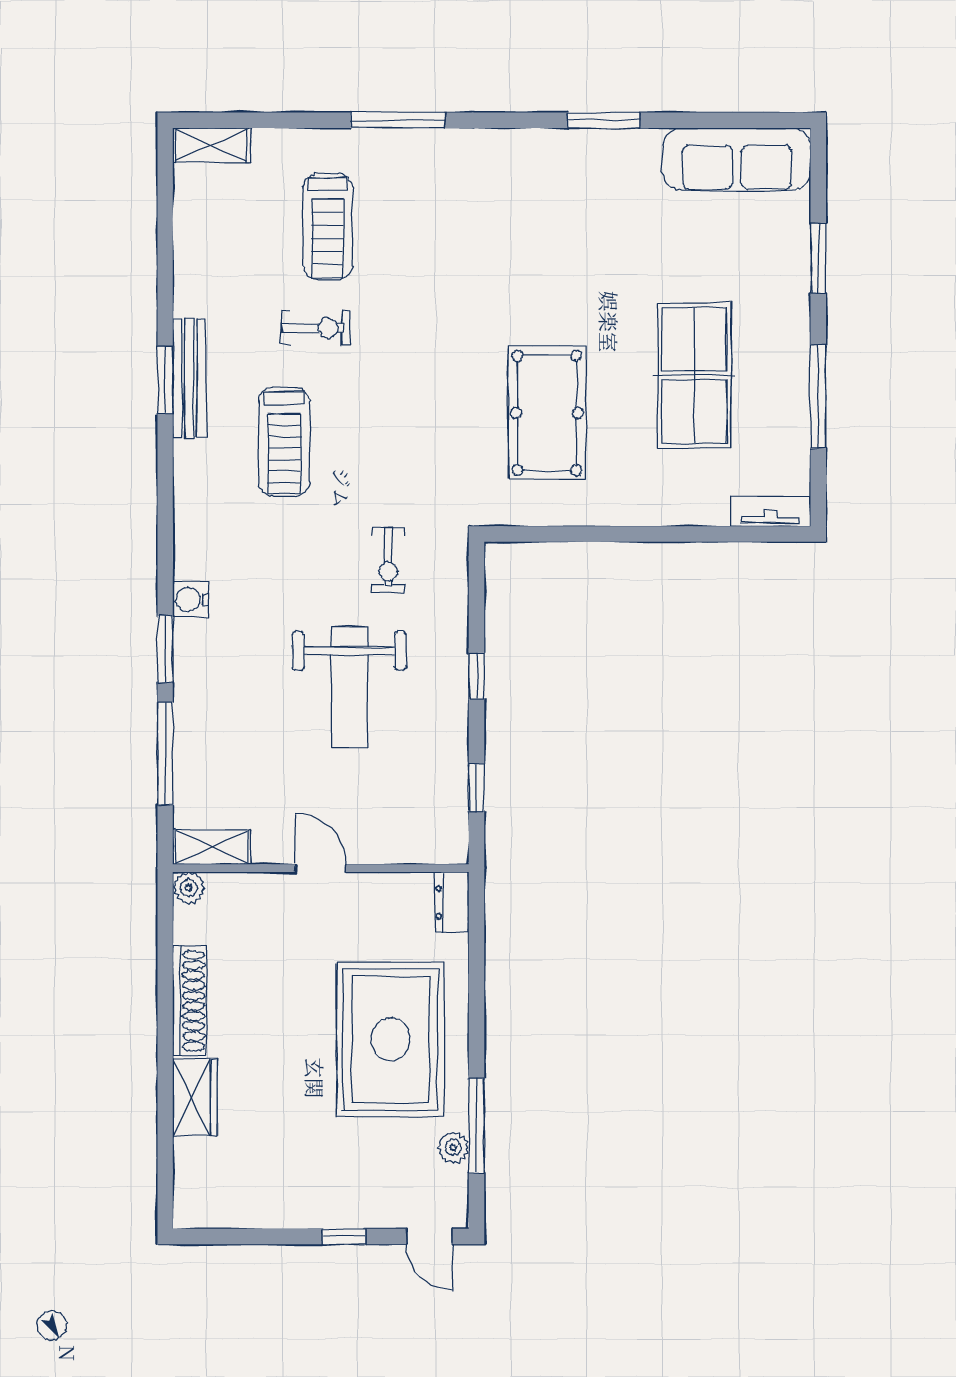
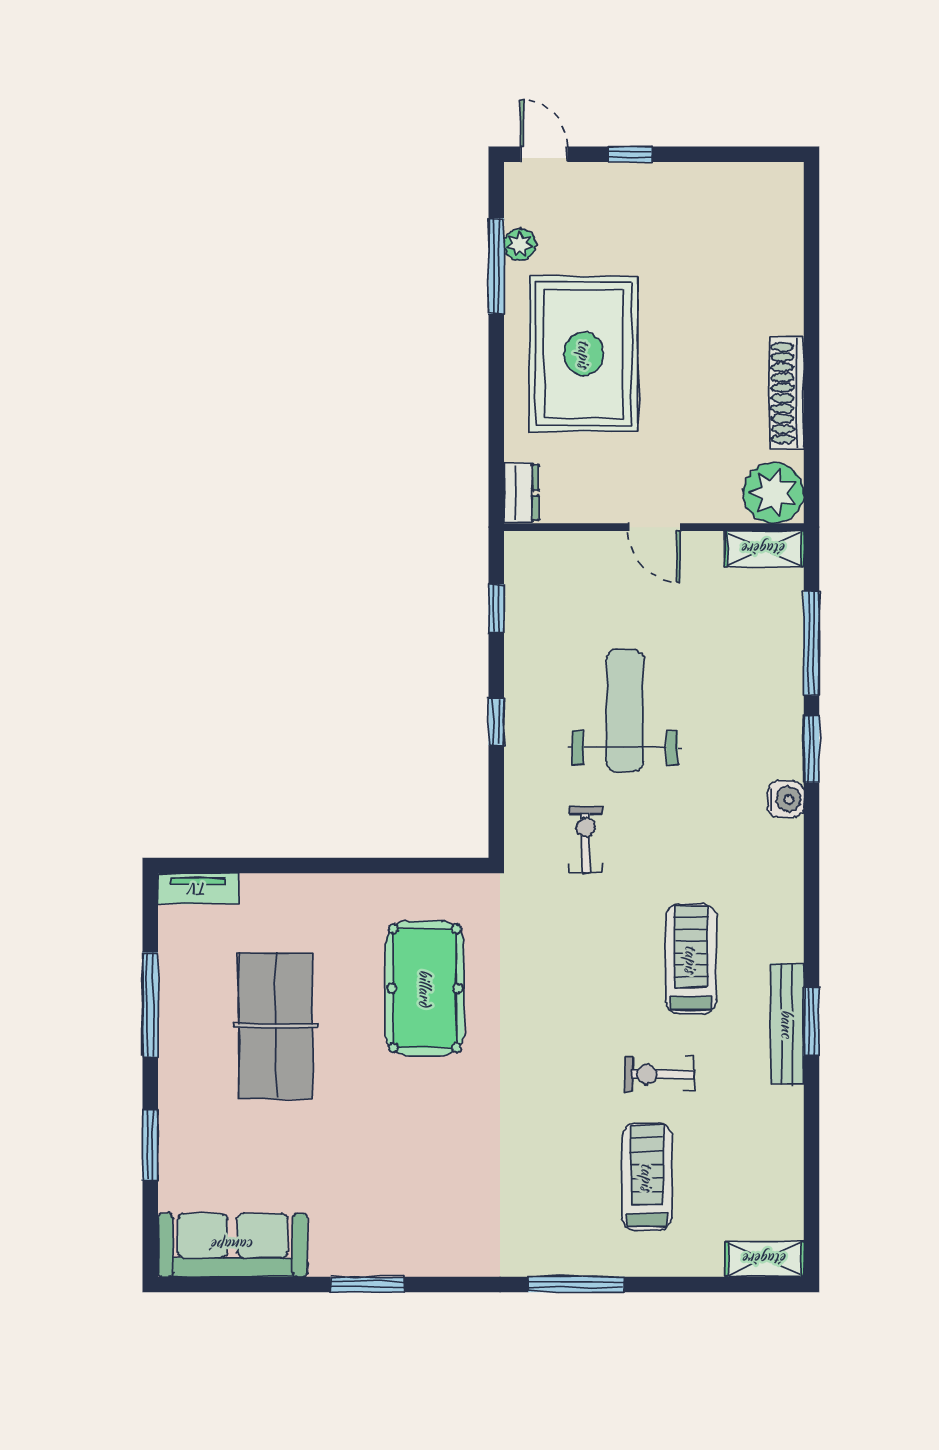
plant: (189, 888) -> (774, 493), width x1.88, depth x1.88
wardrobe: (195, 1097) -> (781, 295), removed

